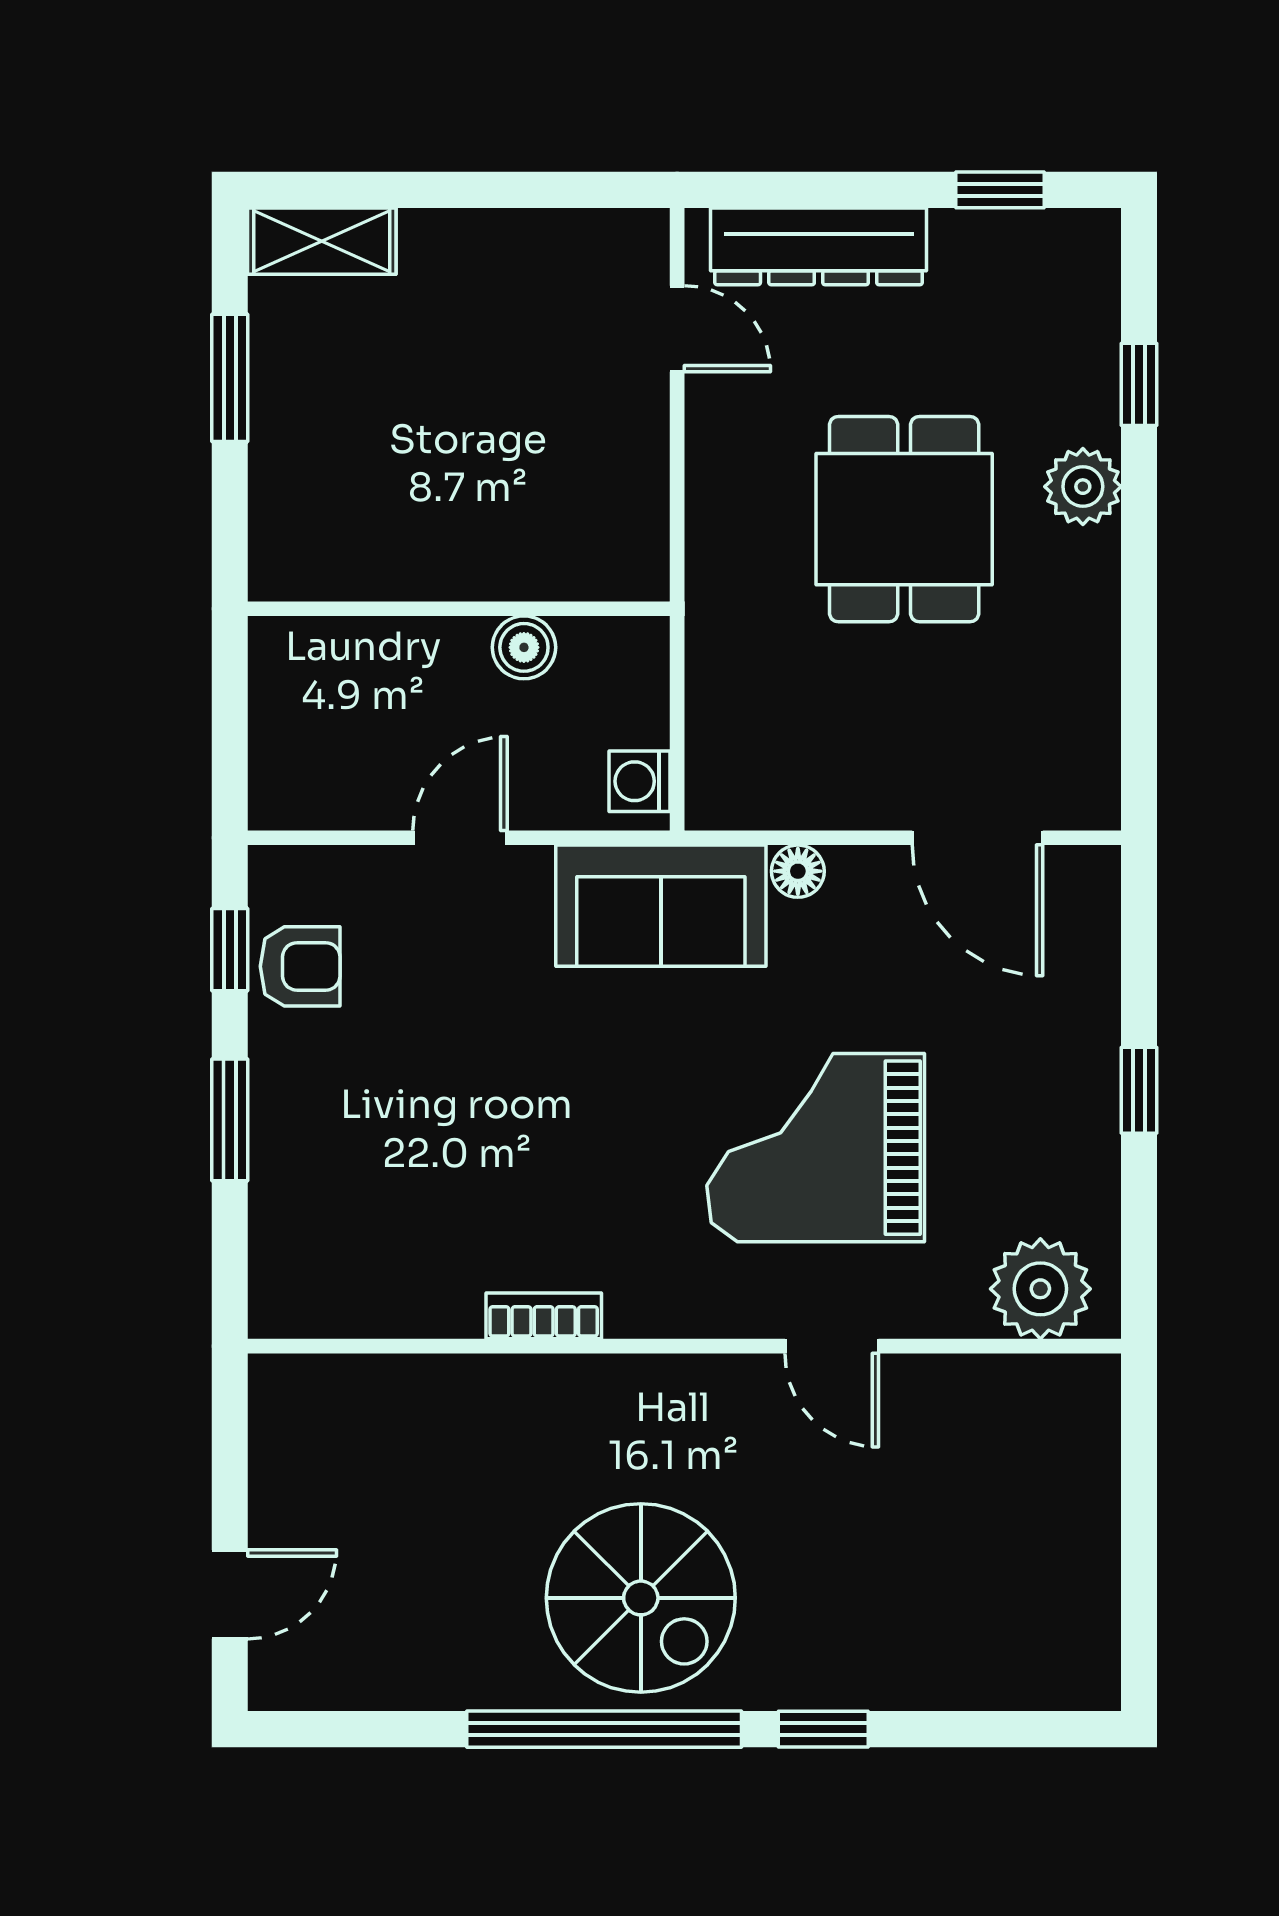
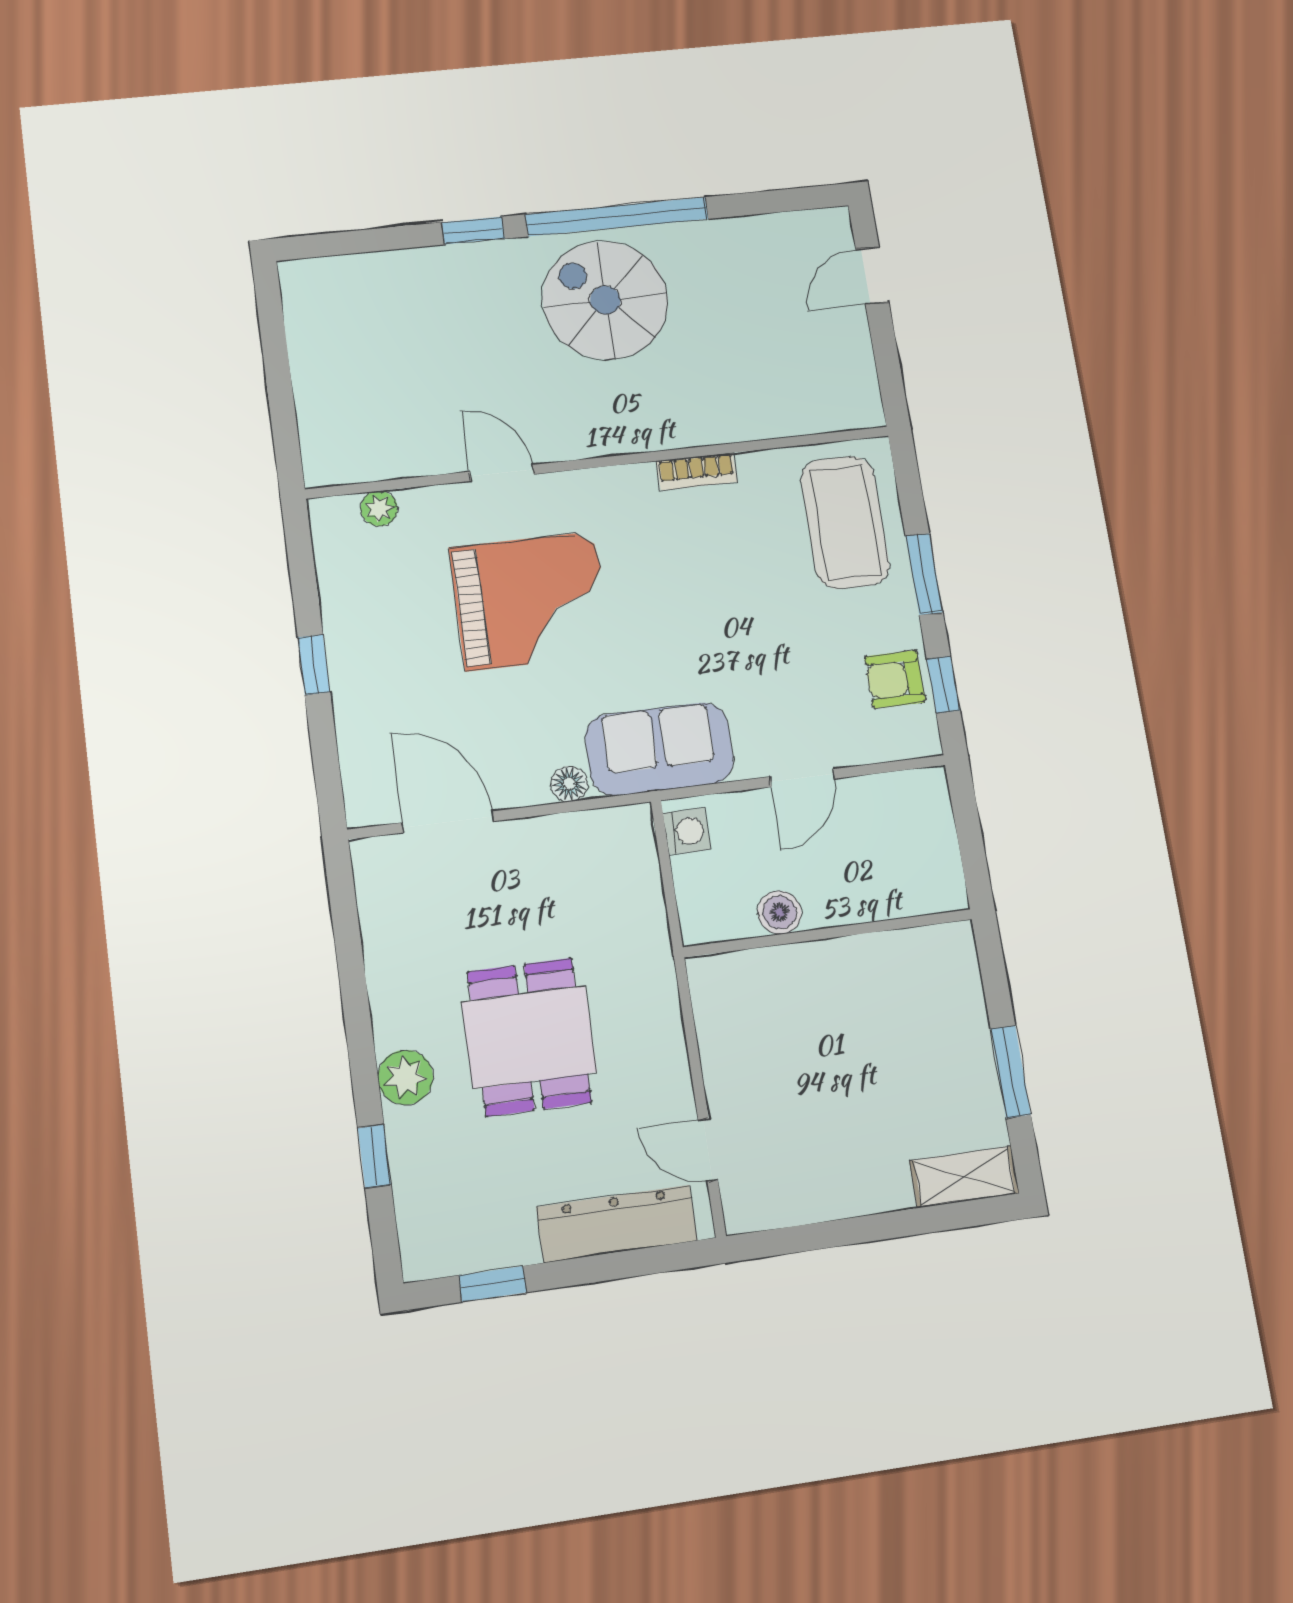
coffee table: (335, 1213) -> (845, 522), added
plant: (1040, 1289) -> (379, 509), width x0.53, depth x0.53

